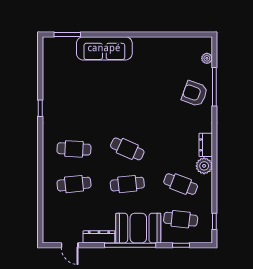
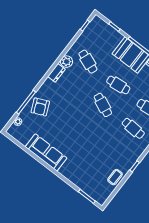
sofa: (104, 48) -> (46, 152), moved
coffee table: (53, 80) -> (115, 177), added
armchair: (195, 94) -> (40, 107), turned 46
cafe table: (181, 219) -> (103, 42), removed

